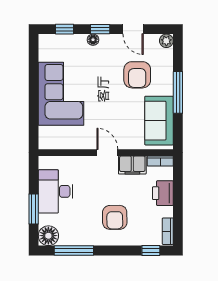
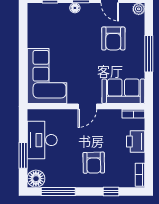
corner sofa: (61, 94) -> (47, 76), moved
sofa: (159, 121) -> (123, 91), moved, turned 90
door: (107, 153) -> (87, 106), swing flipped
filing cabinet: (132, 165) -> (109, 117), removed
window: (151, 251) -> (111, 192), moved

